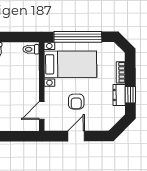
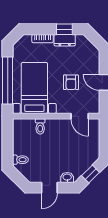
toilet: (31, 49) -> (40, 126), moved
armchair: (76, 102) -> (71, 82), turned 90

